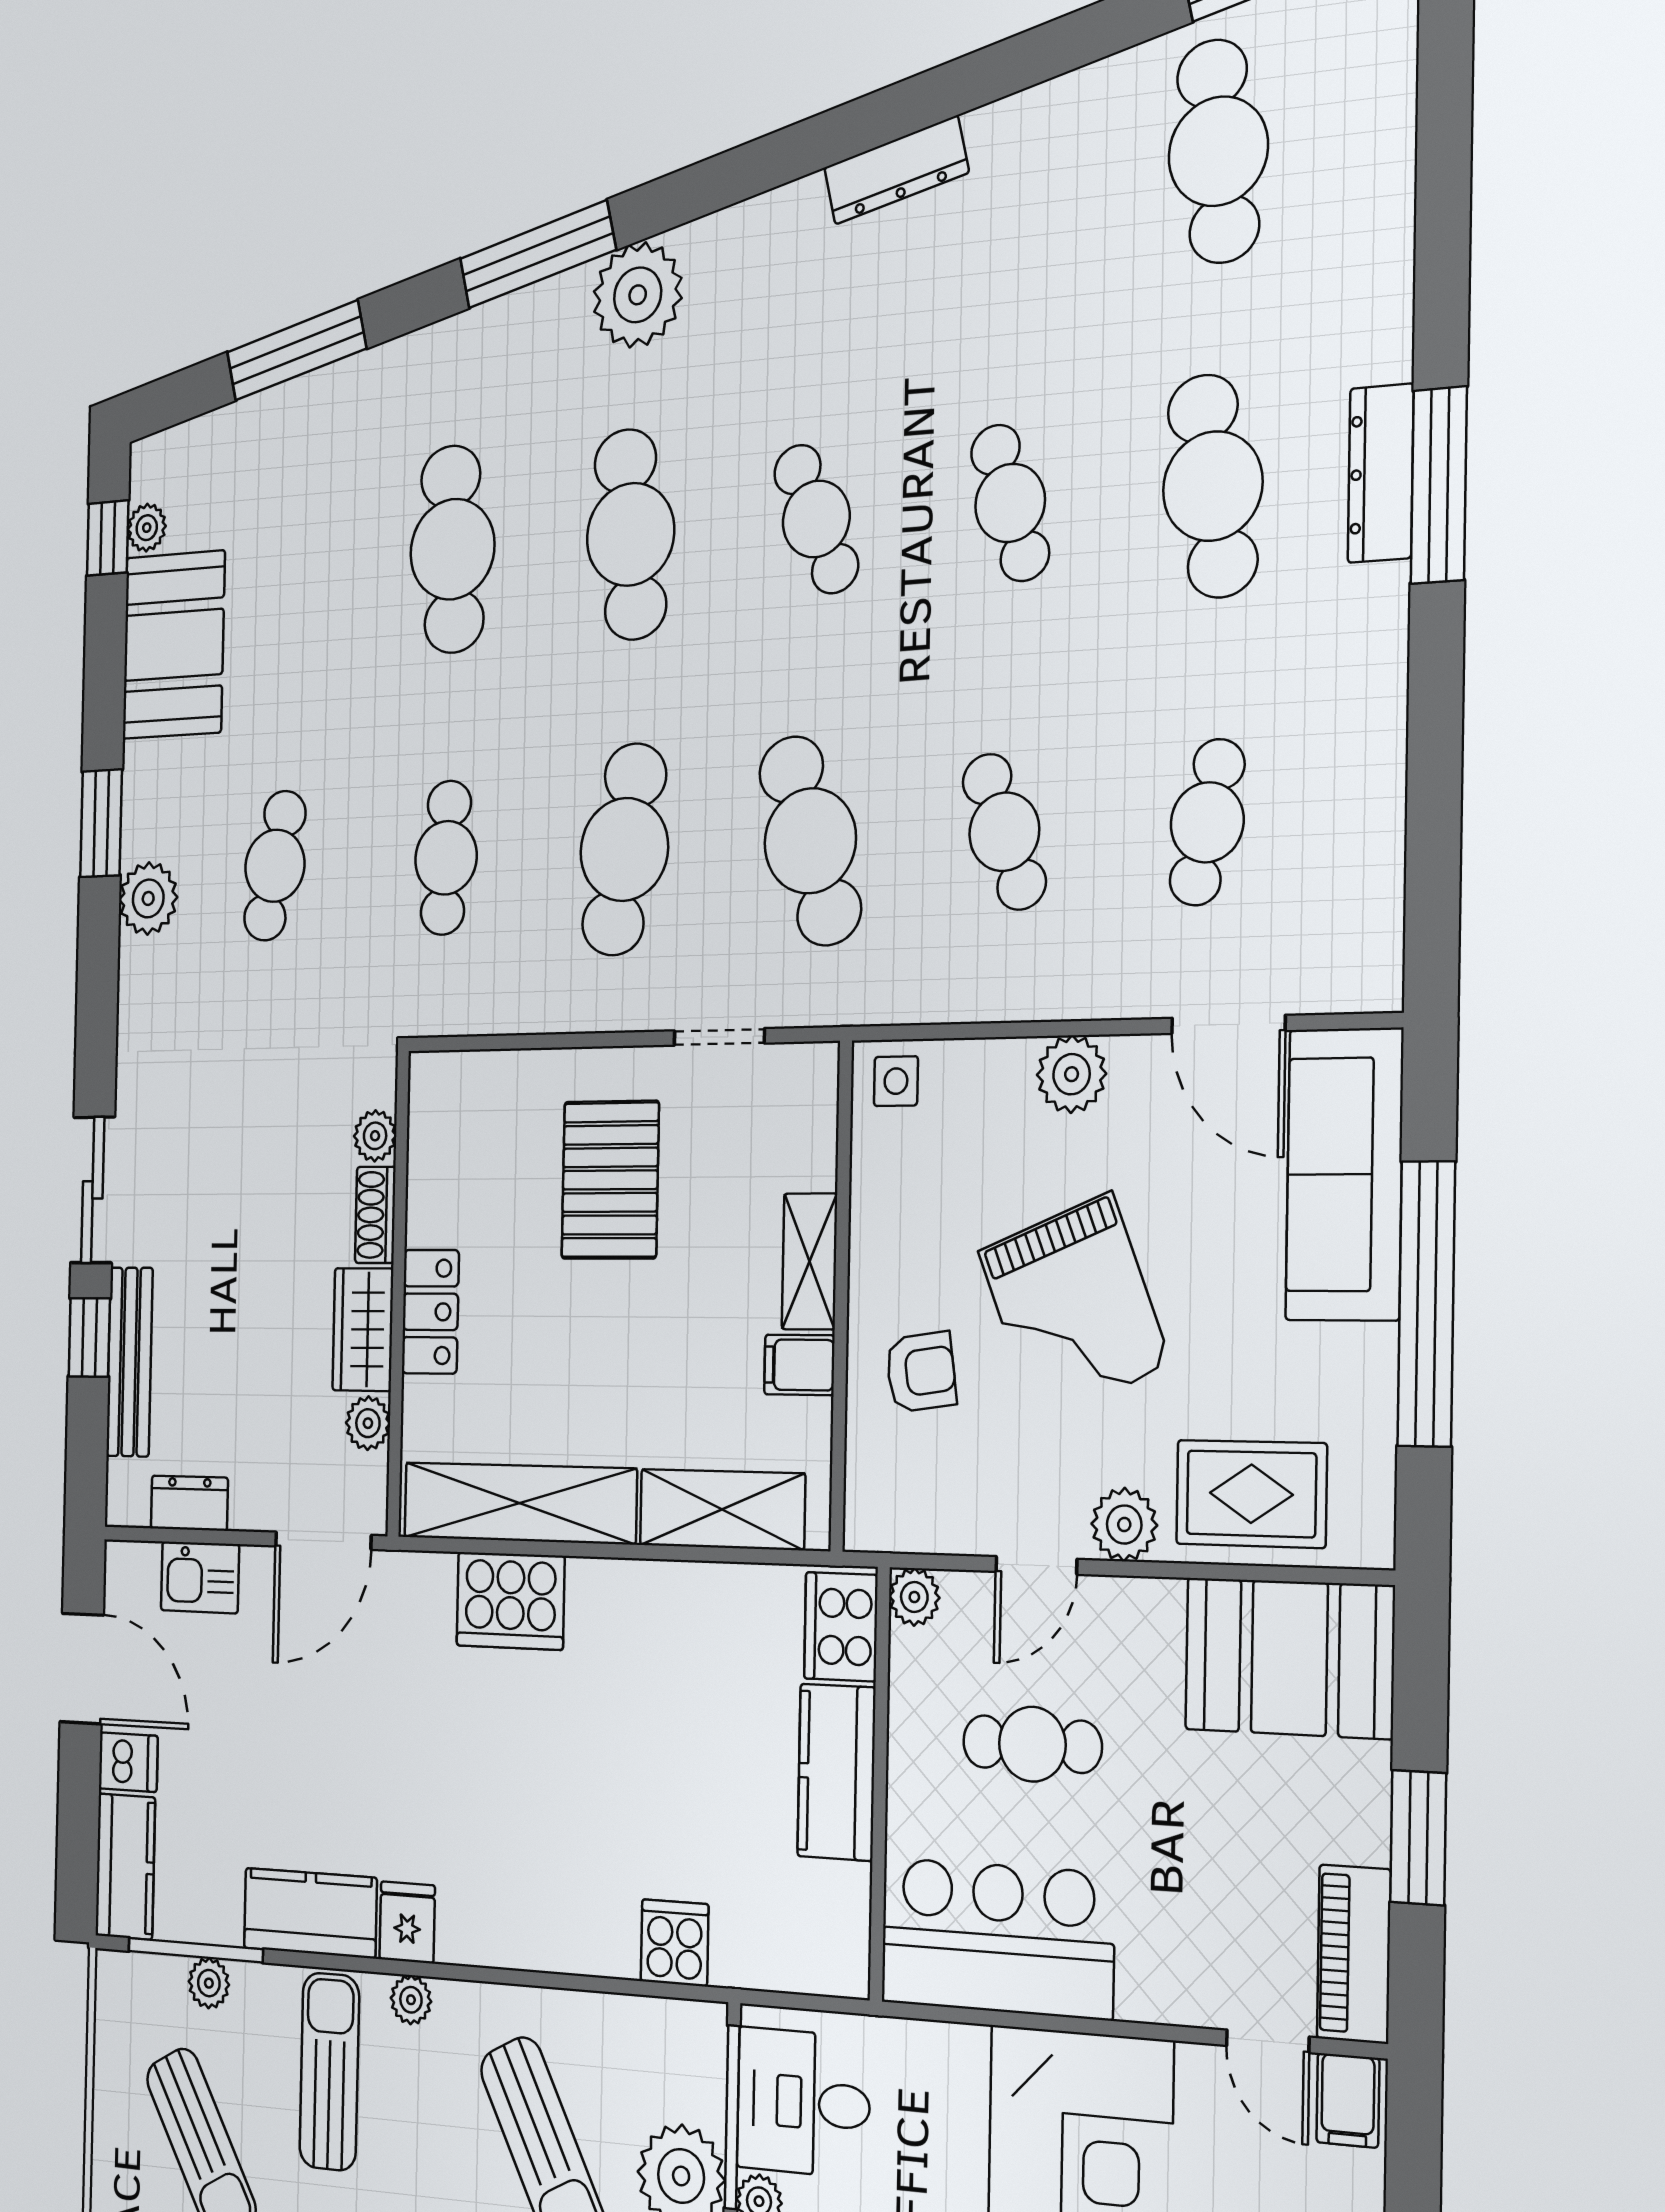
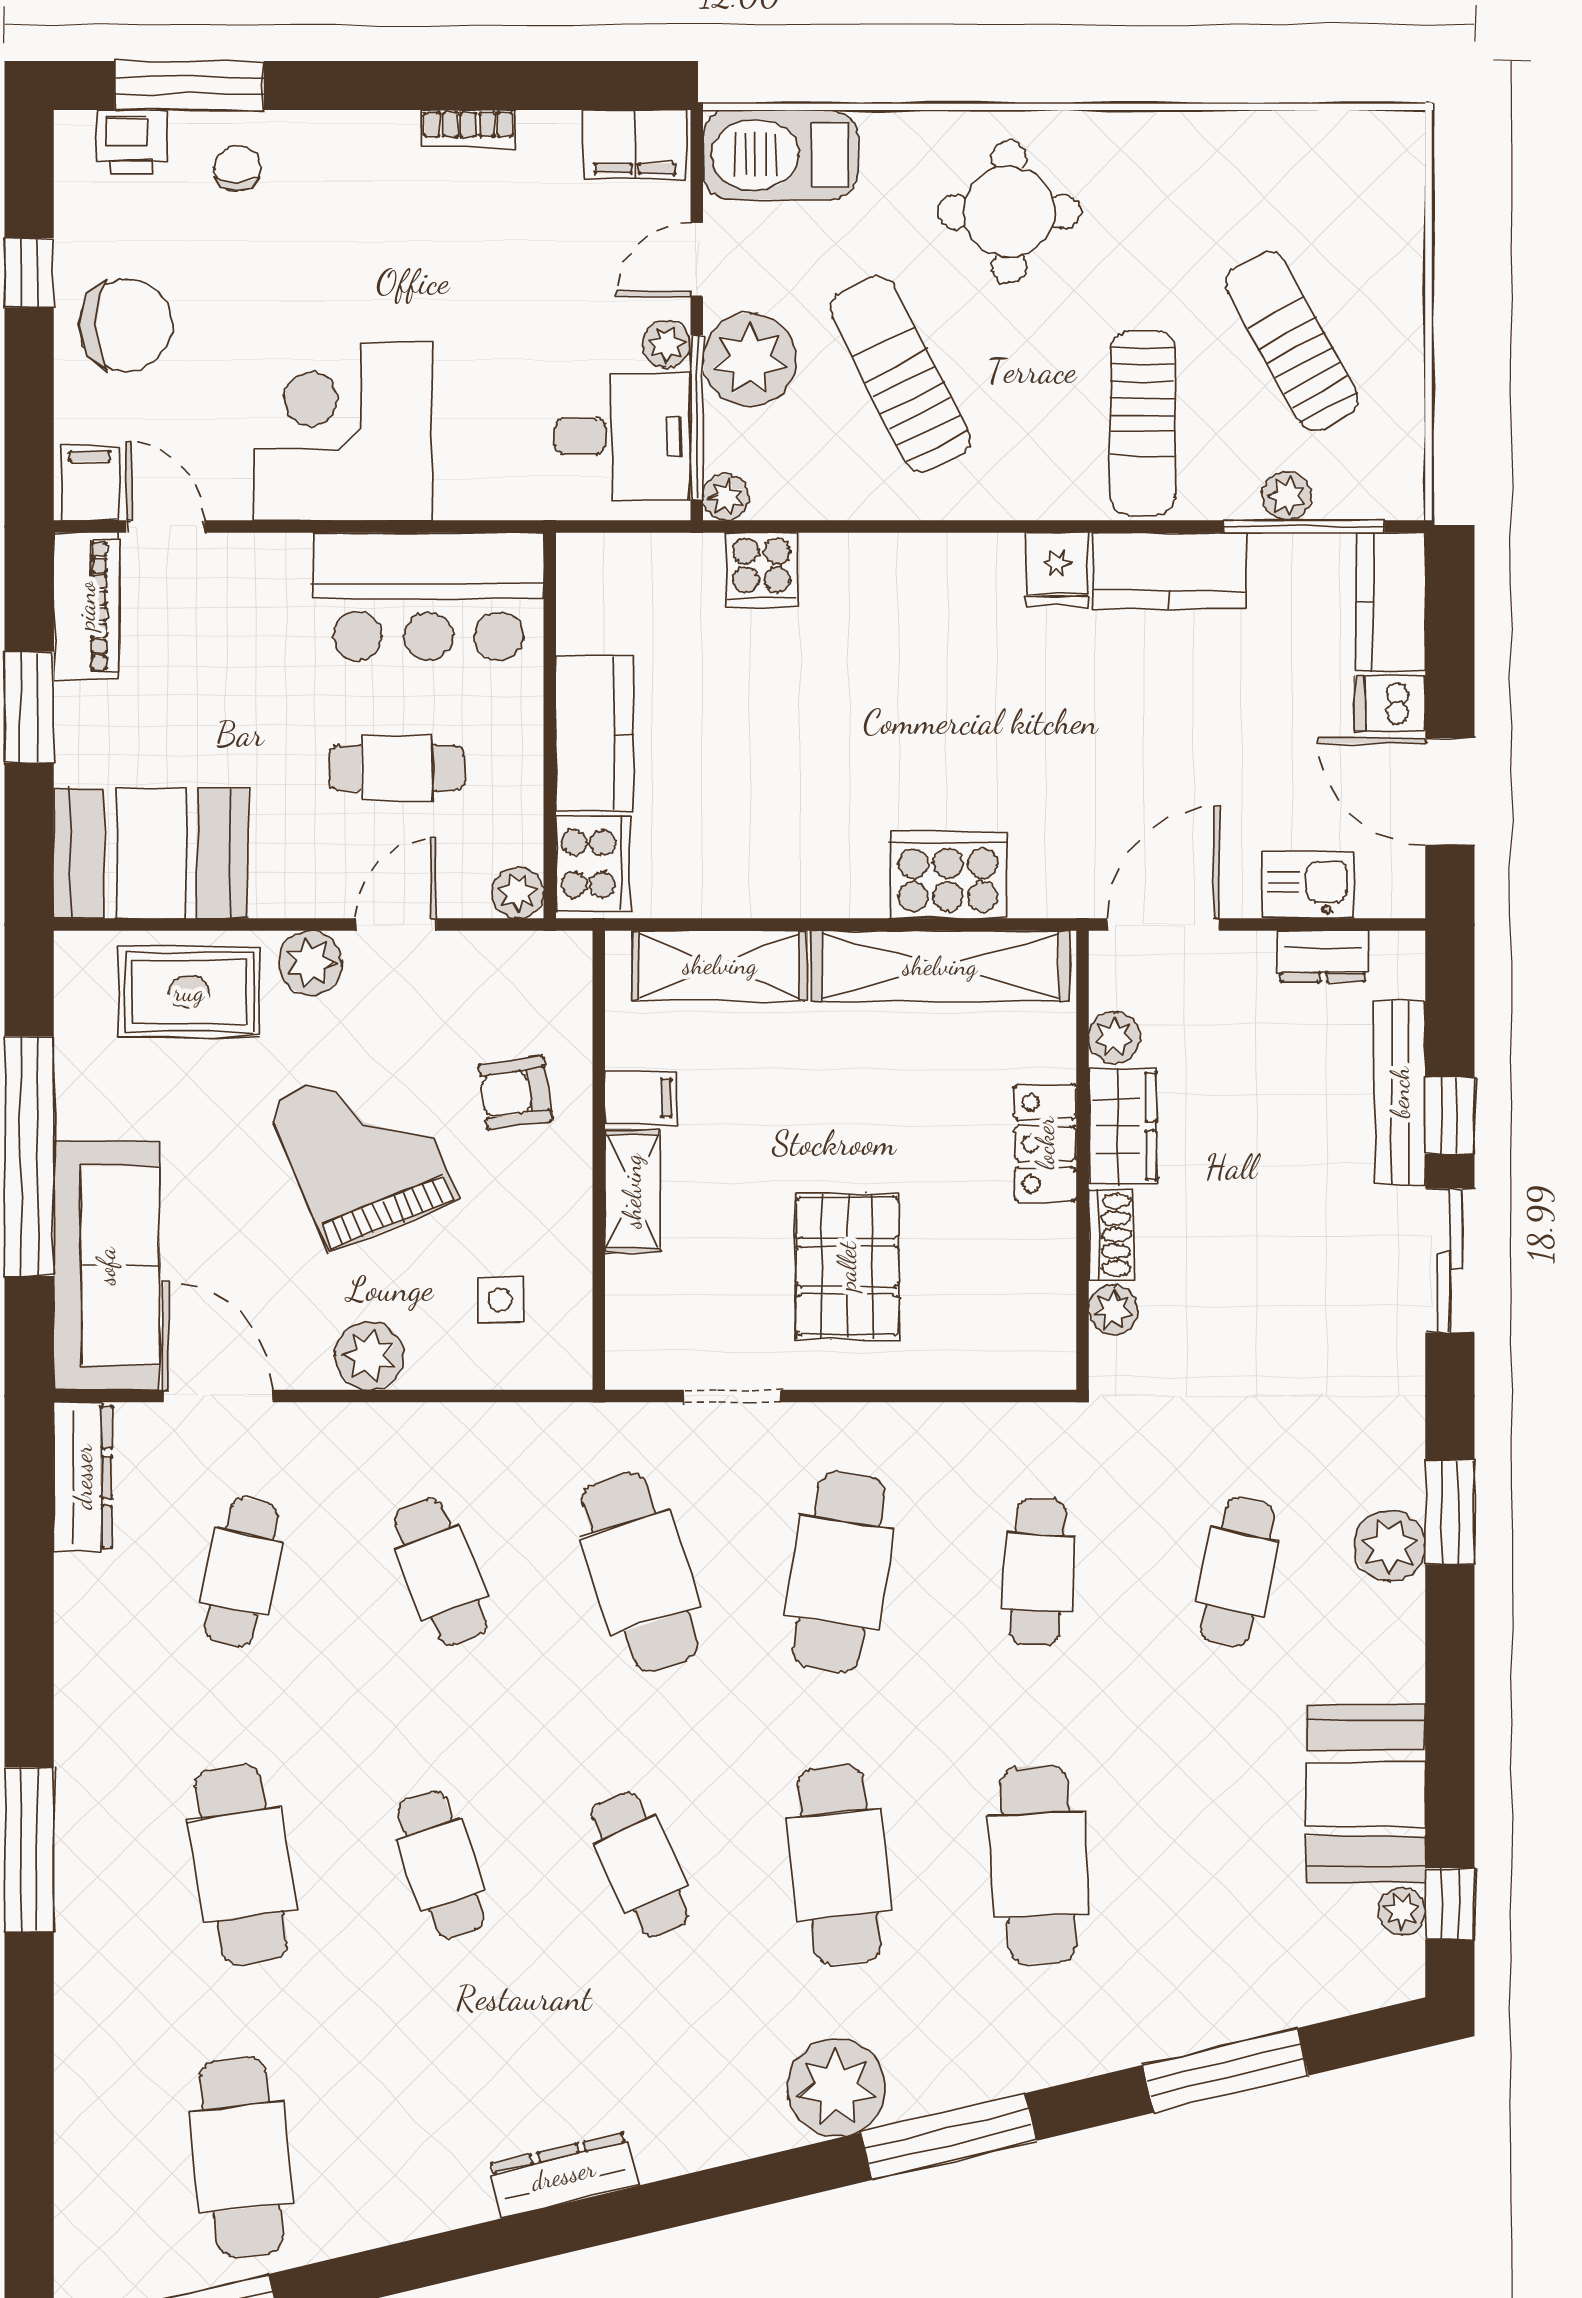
dresser: (1381, 473) -> (83, 1477), moved
window: (101, 823) -> (1450, 1512), moved
side table: (896, 1081) -> (500, 1300), moved
plant: (411, 2000) -> (726, 497), moved

